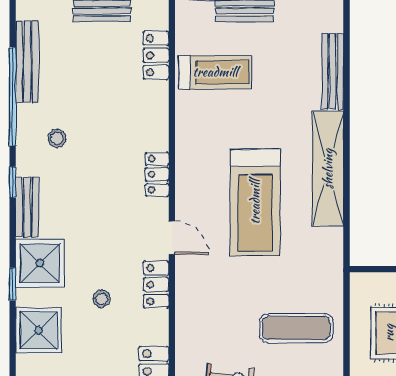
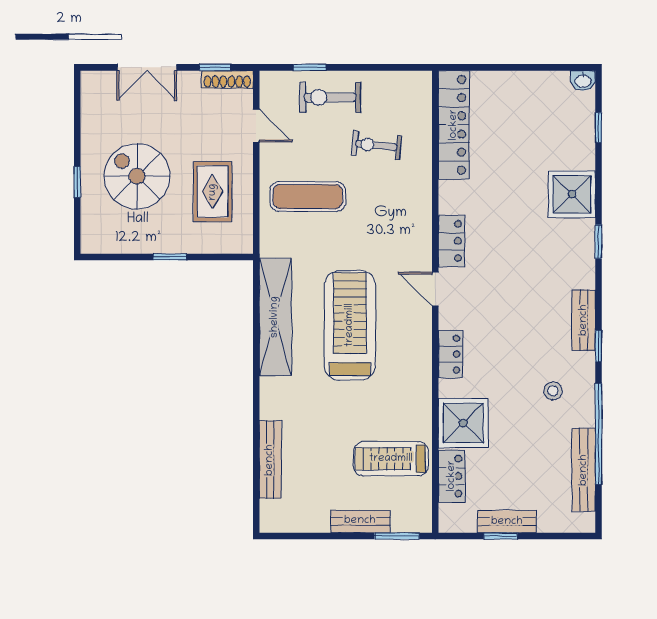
shelving: (328, 169) -> (275, 317), moved
shower: (40, 263) -> (463, 423), moved
stool: (102, 299) -> (507, 226), removed

